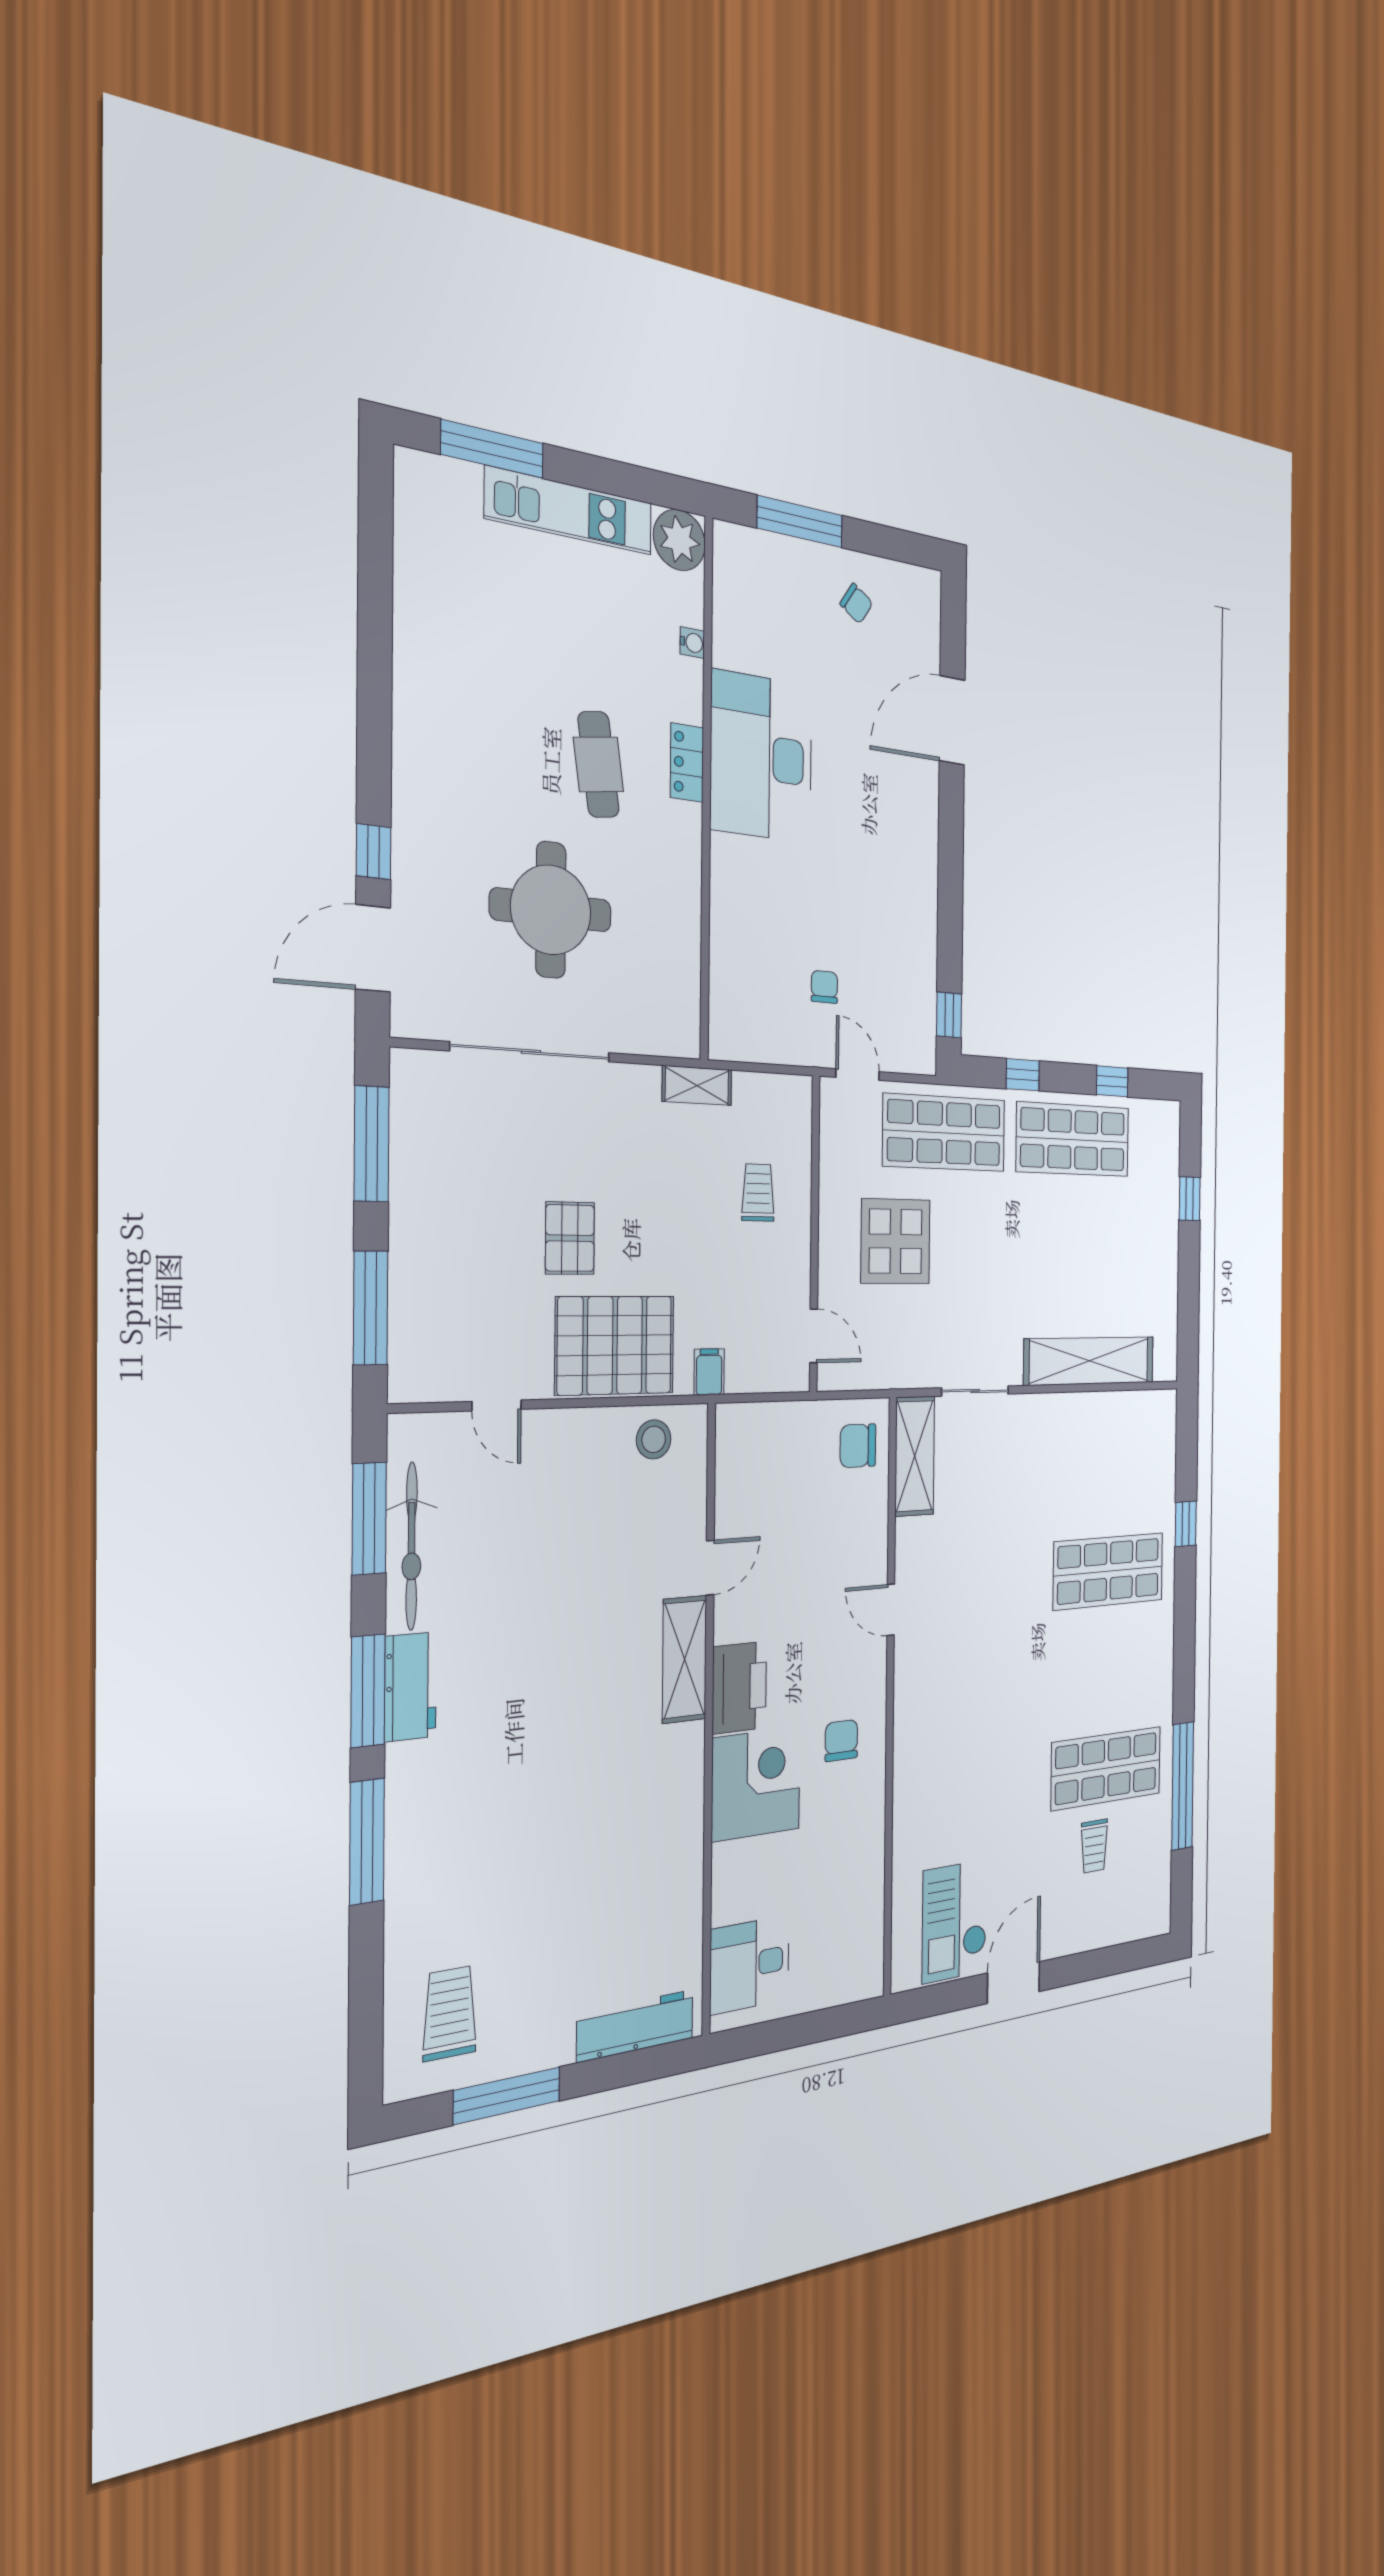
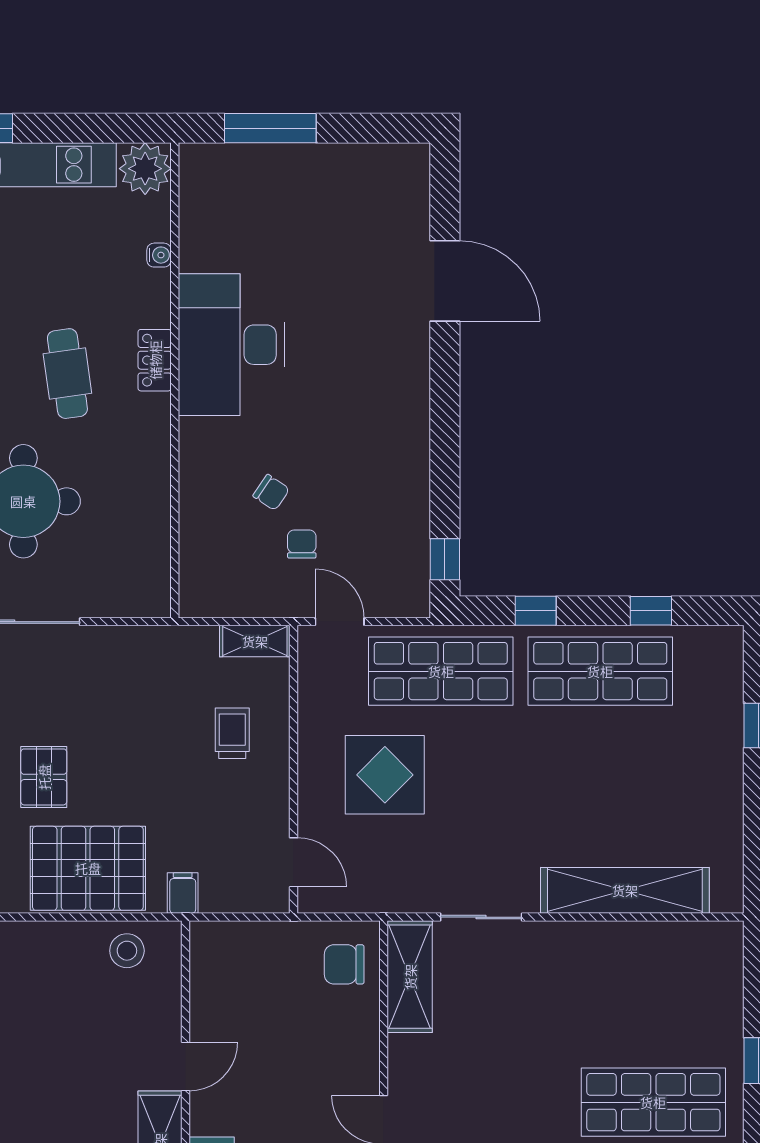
chair: (856, 604) -> (271, 492), moved
door: (952, 720) -> (445, 281), swing flipped
shelving: (697, 1086) -> (255, 641), moved

